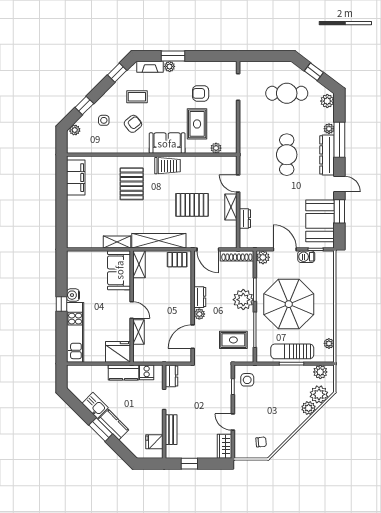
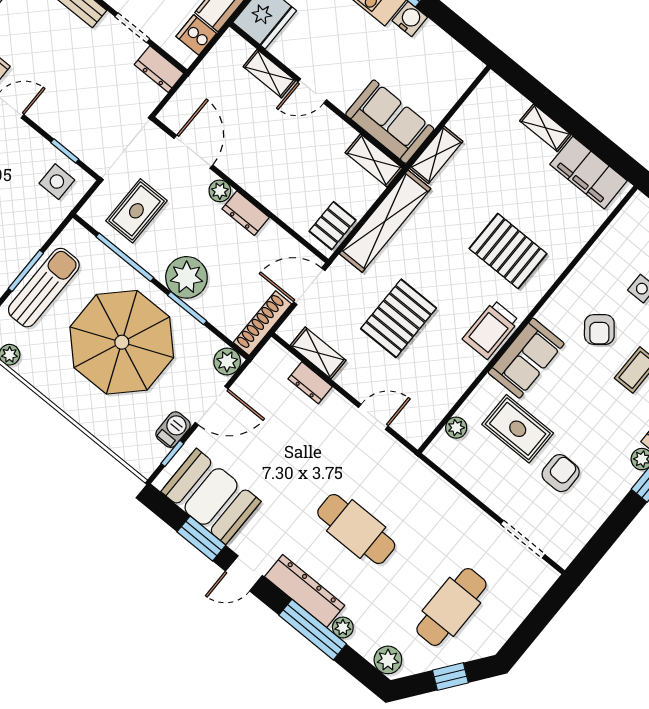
shelving: (231, 207) -> (318, 353), moved
shelving: (72, 208) -> (545, 128), added

